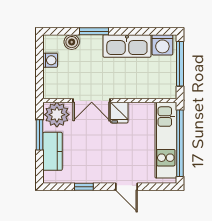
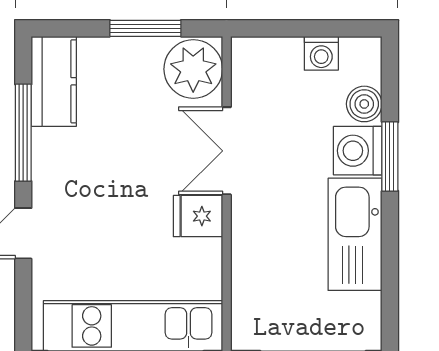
washing machine: (162, 45) -> (358, 151), moved
kitchen counter: (53, 151) -> (54, 81), moved, turned -90
window: (84, 187) -> (23, 133), width x2.17

